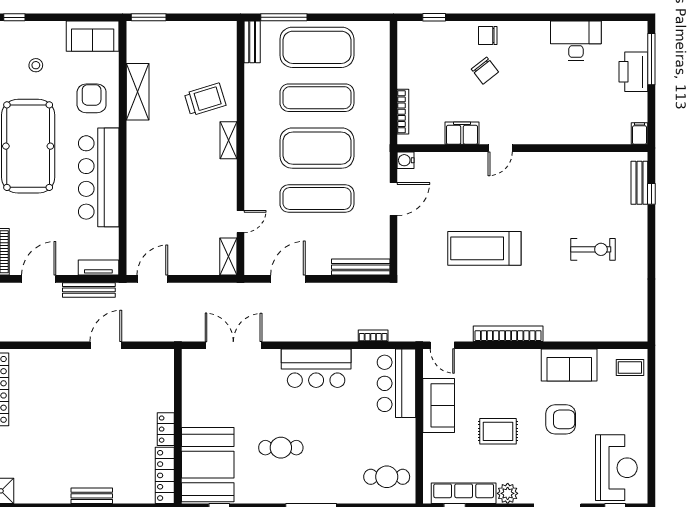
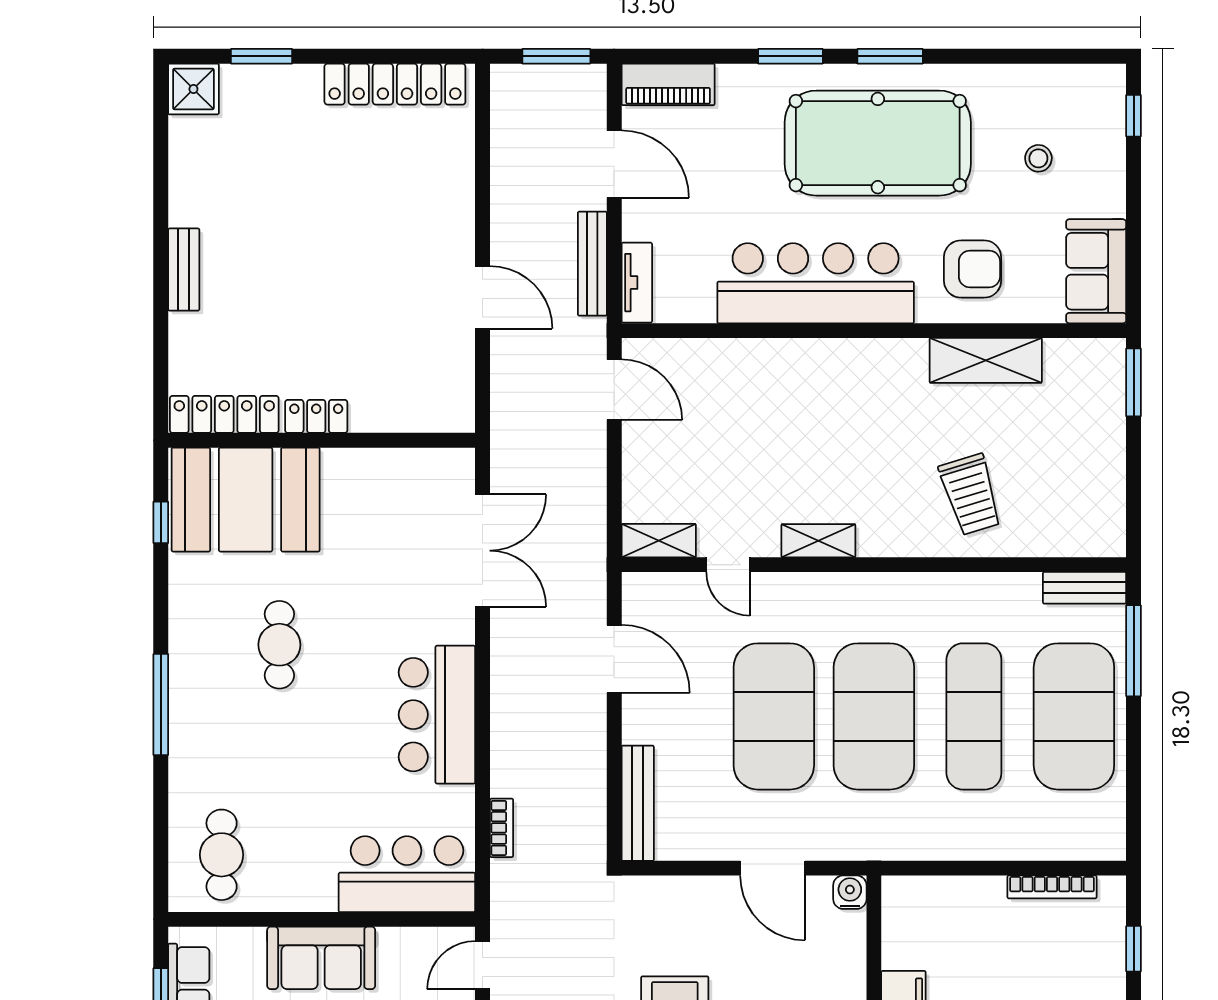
bookcase: (403, 112) -> (1052, 887), moved
shelving: (228, 140) -> (818, 541), moved
exercise mat: (317, 199) -> (774, 716), width x1.47
sofa: (439, 405) -> (321, 958), moved

